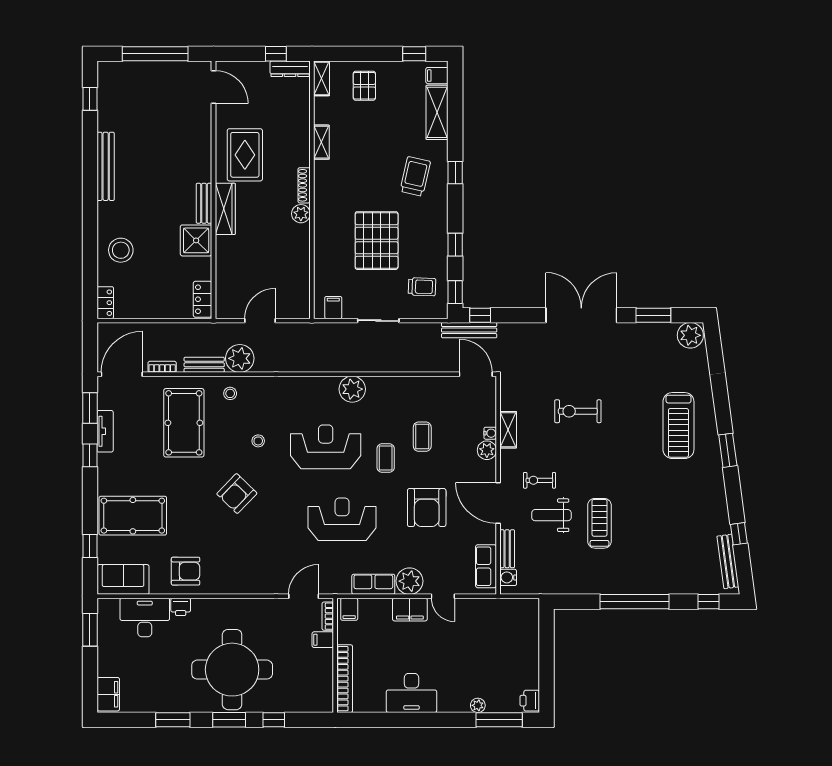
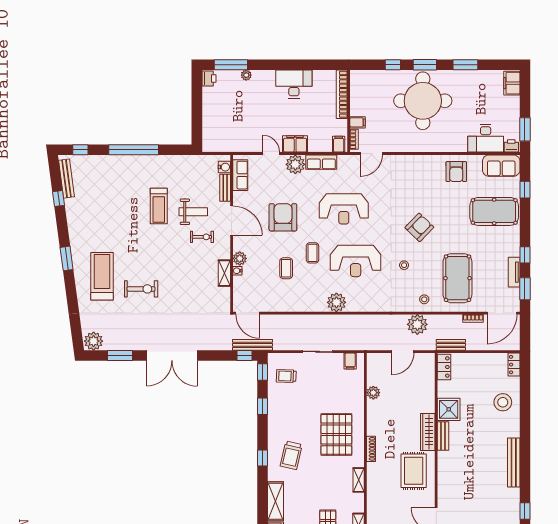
plant: (301, 214) -> (373, 393), moved
pallet: (377, 241) -> (336, 434), moved
bench: (204, 365) -> (451, 345), moved
exercise bike: (578, 411) -> (141, 289), moved
armchair: (186, 571) -> (456, 172), turned -90
printer: (181, 607) -> (511, 146), moved

